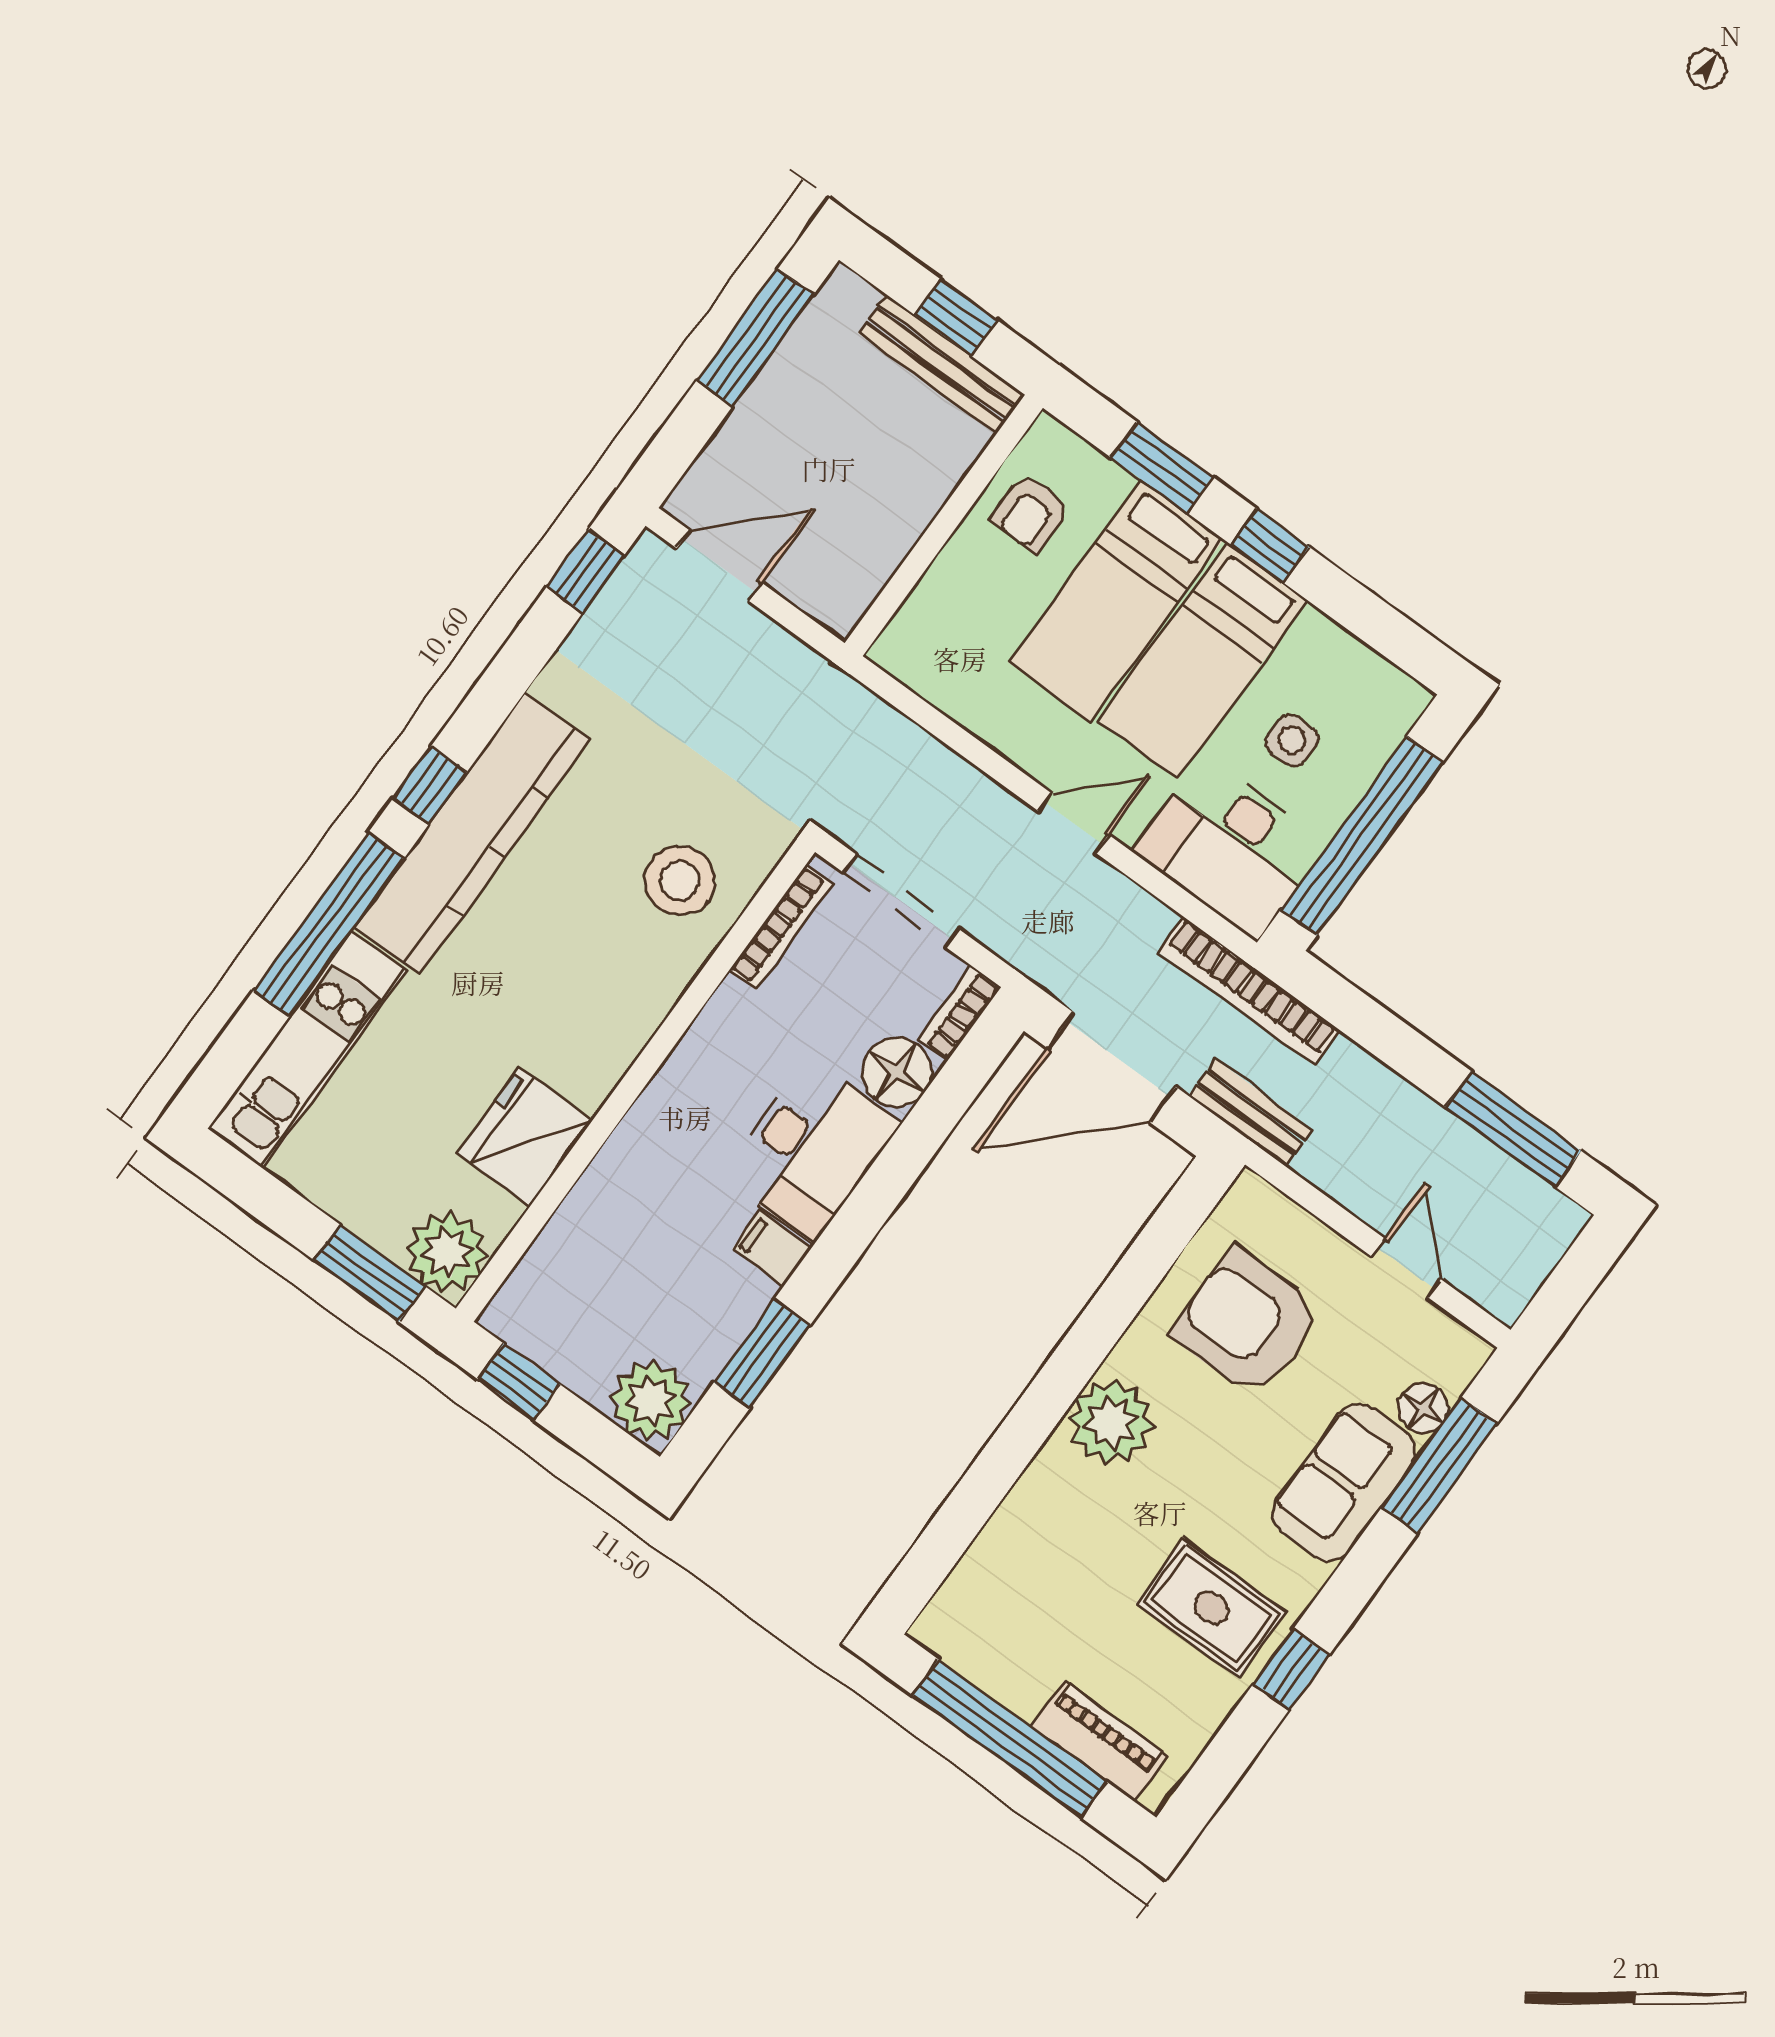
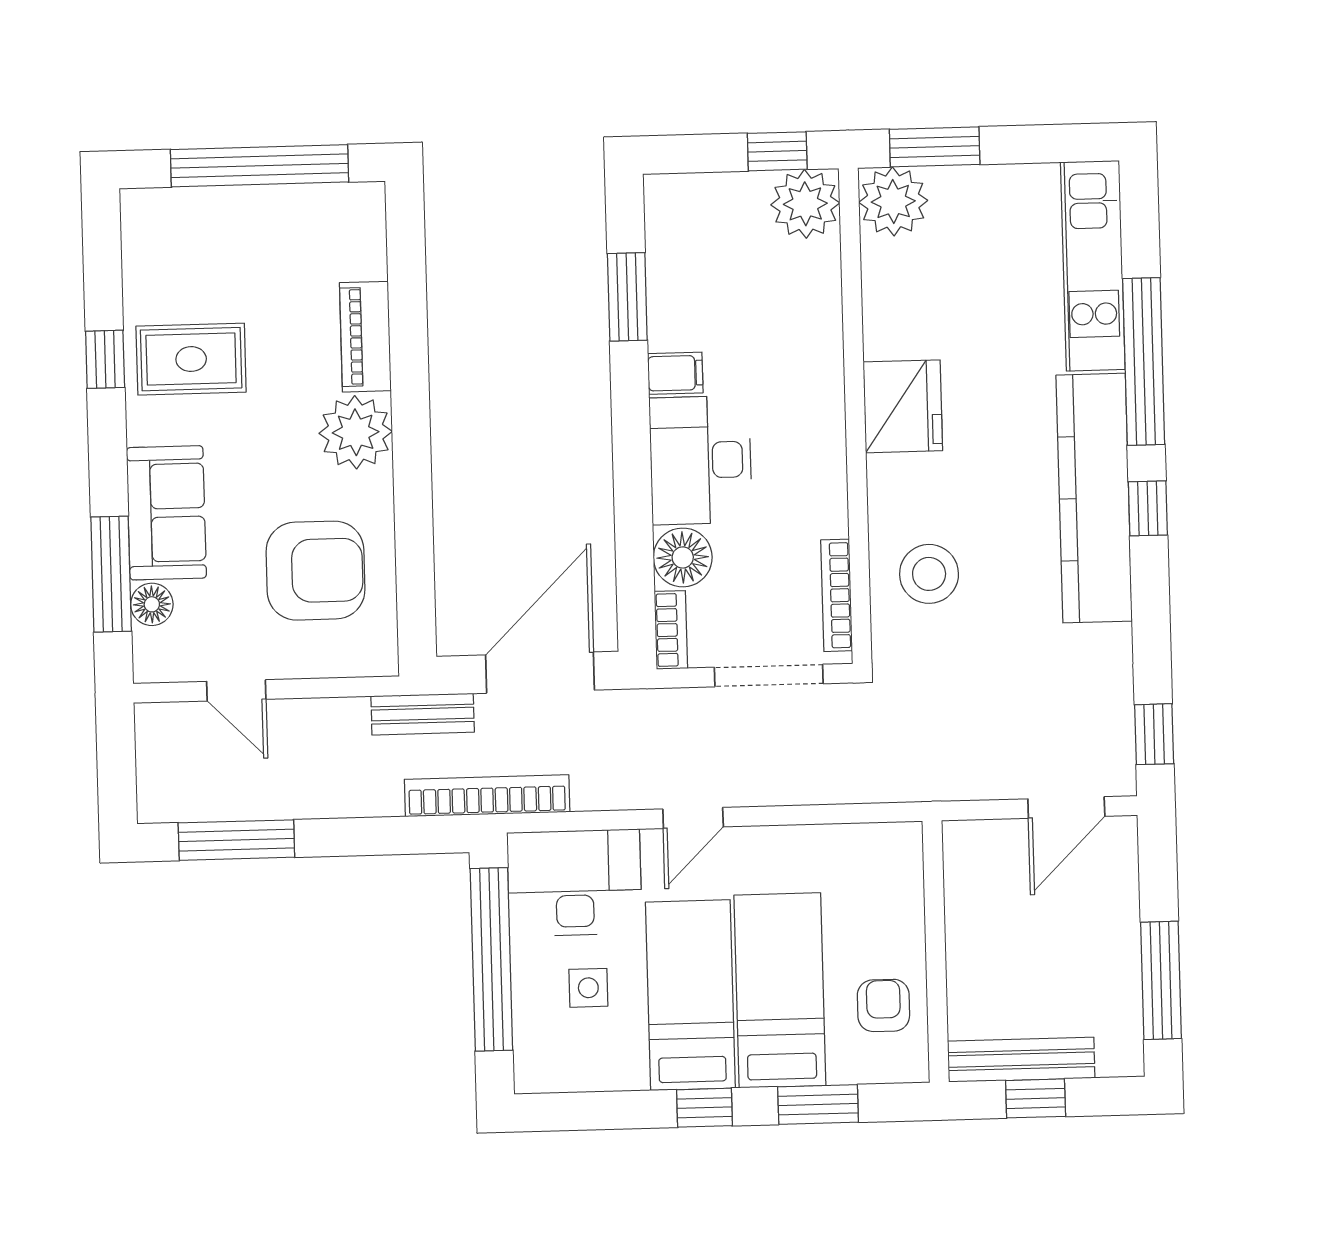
fridge: (525, 1137) -> (903, 406), moved
plant: (651, 1400) -> (805, 204), moved
piano: (1100, 1741) -> (365, 337), moved, turned 90

